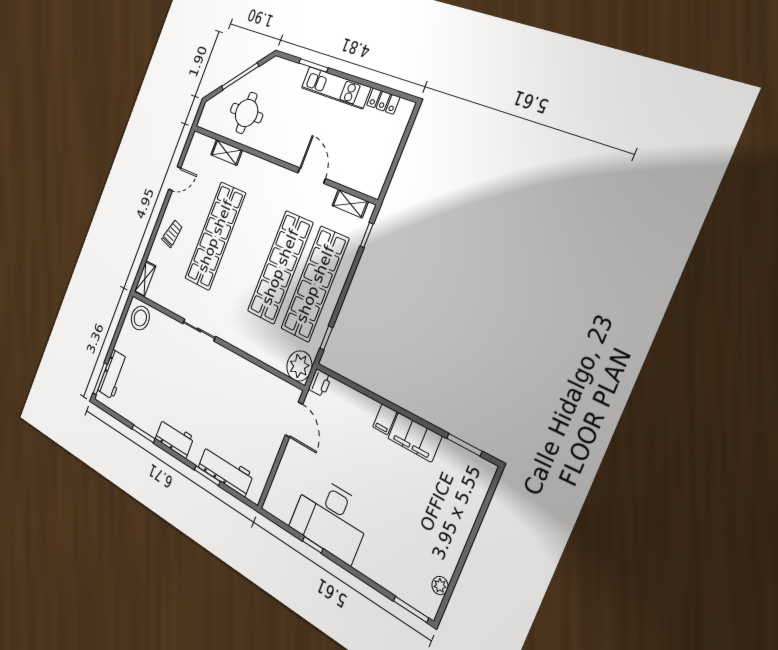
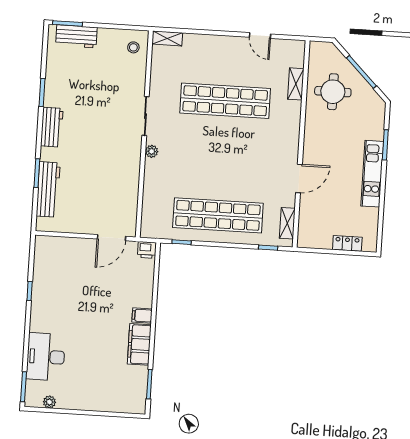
locker: (383, 101) -> (347, 243), moved, turned 90
trolley: (172, 234) -> (214, 53), removed
shop shelf: (280, 267) -> (220, 177), removed
stool: (140, 318) -> (133, 47), width x0.53, depth x0.53
plant: (299, 366) -> (152, 151), moved, width x0.53, depth x0.53
desk: (330, 518) -> (46, 357), moved, width x0.73, depth x0.77

